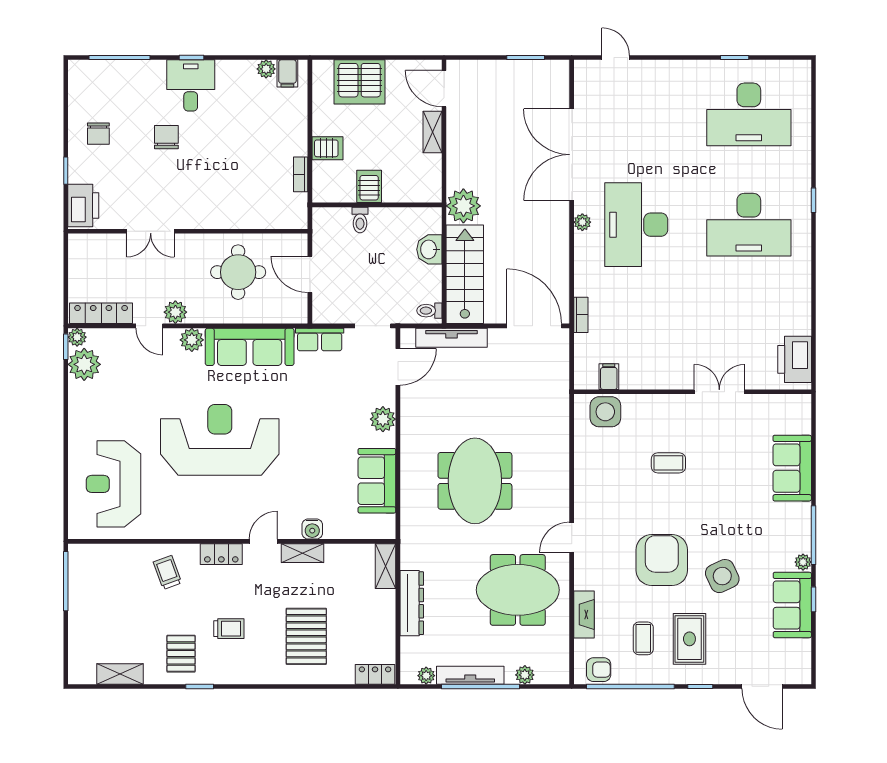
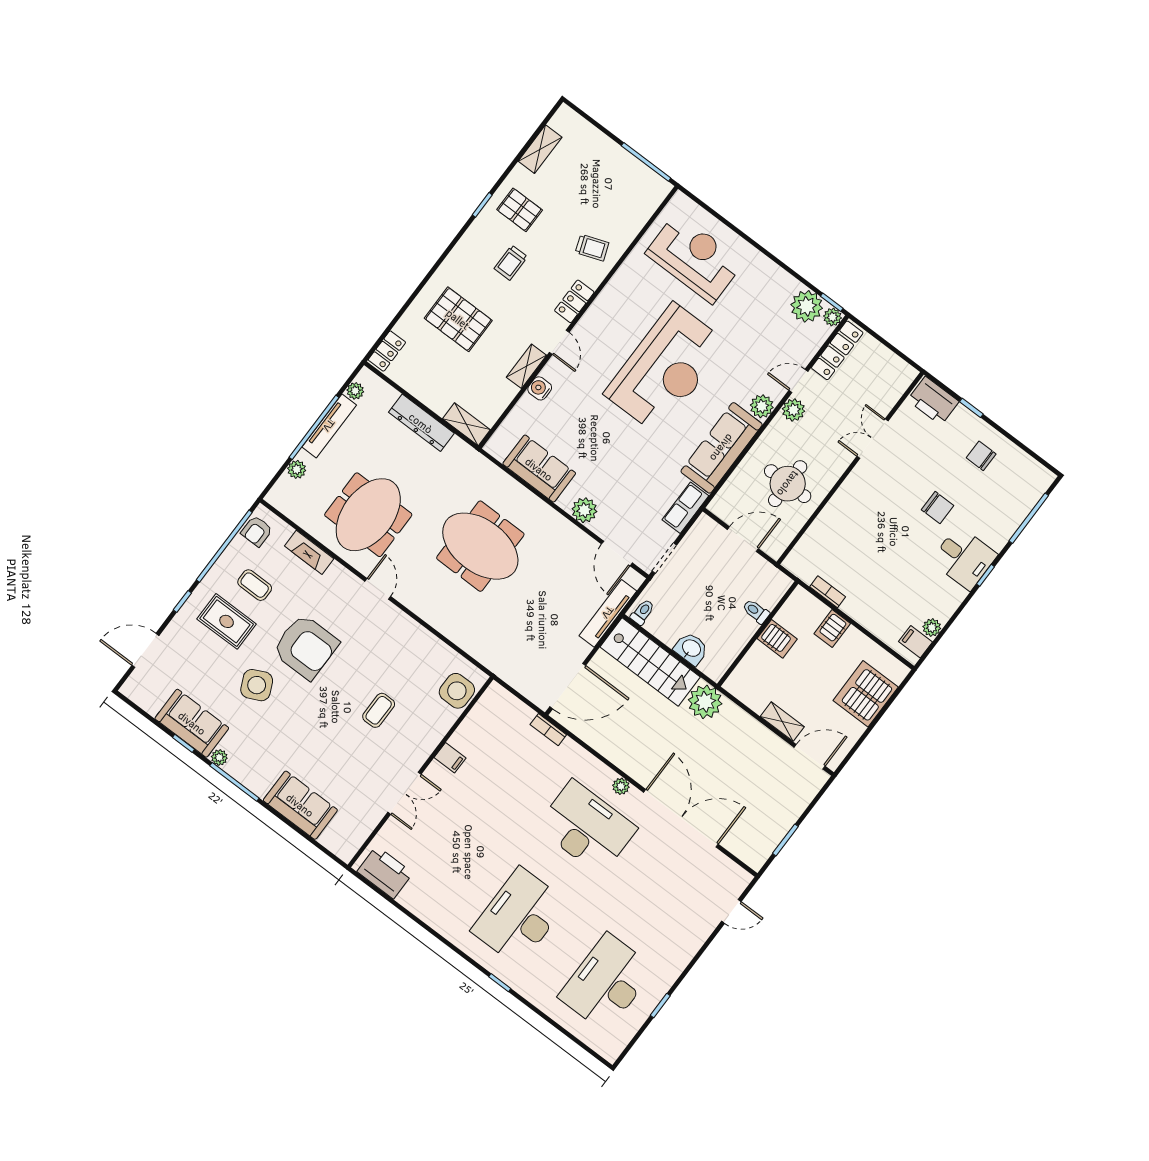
filing cabinet: (609, 377) -> (450, 758), moved

